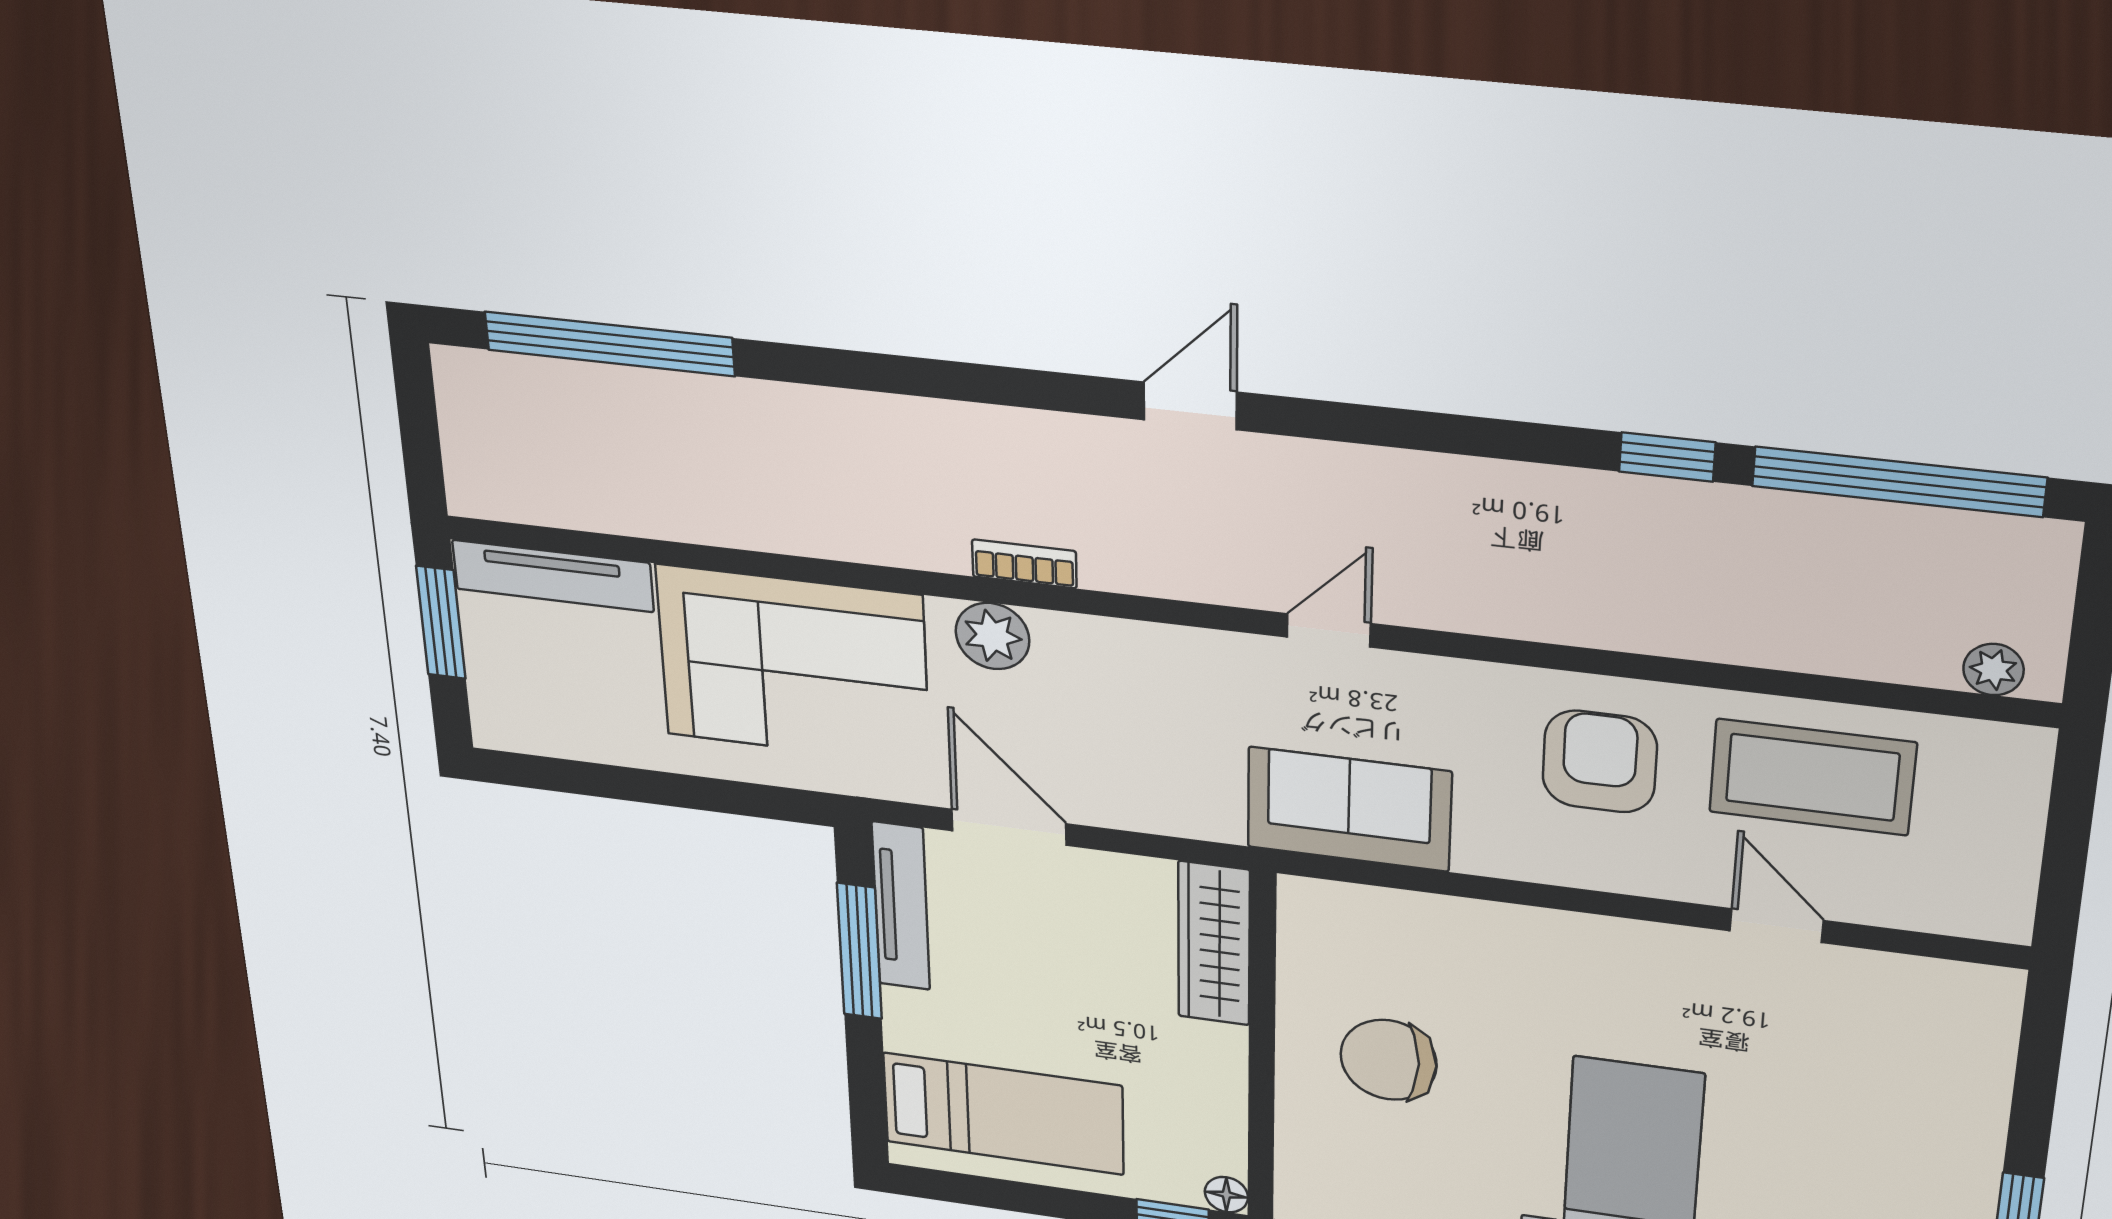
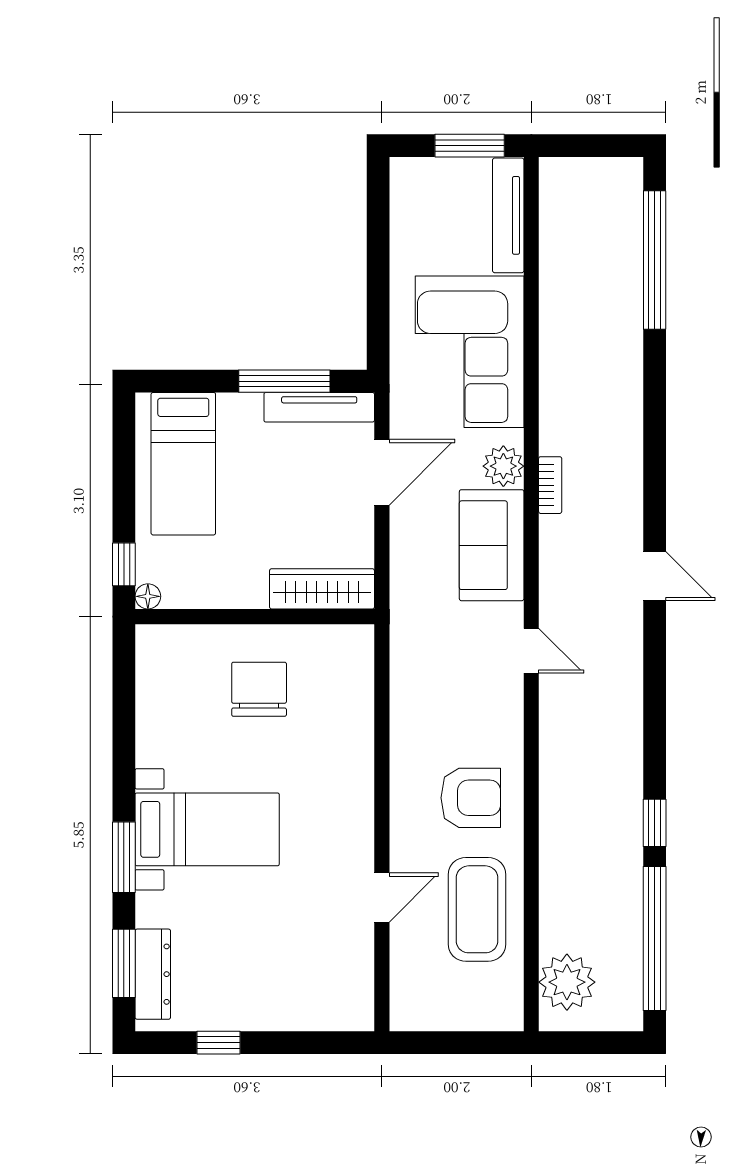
plant: (1993, 670) -> (567, 982), width x1.87, depth x1.87
sofa: (1349, 809) -> (492, 545), moved, turned 180

